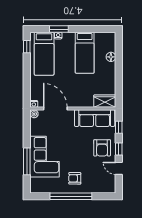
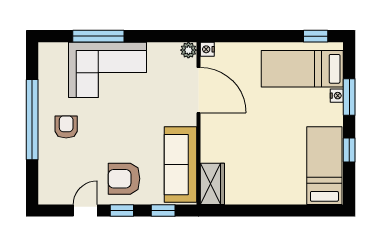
window: (87, 29) -> (349, 150), added
bed: (85, 53) -> (324, 166), moved, turned 90
floor lamp: (111, 57) -> (296, 196), removed
door: (55, 109) -> (199, 90), hinge flipped

